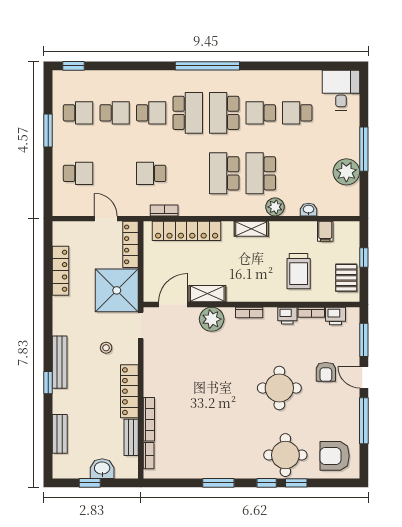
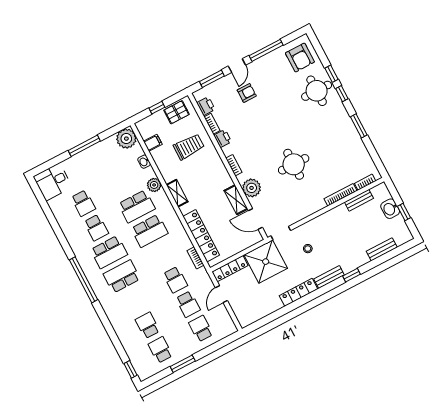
school desk: (151, 113) -> (188, 304), moved, turned 180
plant: (346, 172) -> (126, 139), moved
locker: (60, 271) -> (298, 292), moved
bench: (60, 362) -> (329, 277), width x0.73
round table: (279, 388) -> (294, 164), moved
locker: (129, 391) -> (329, 218), removed

